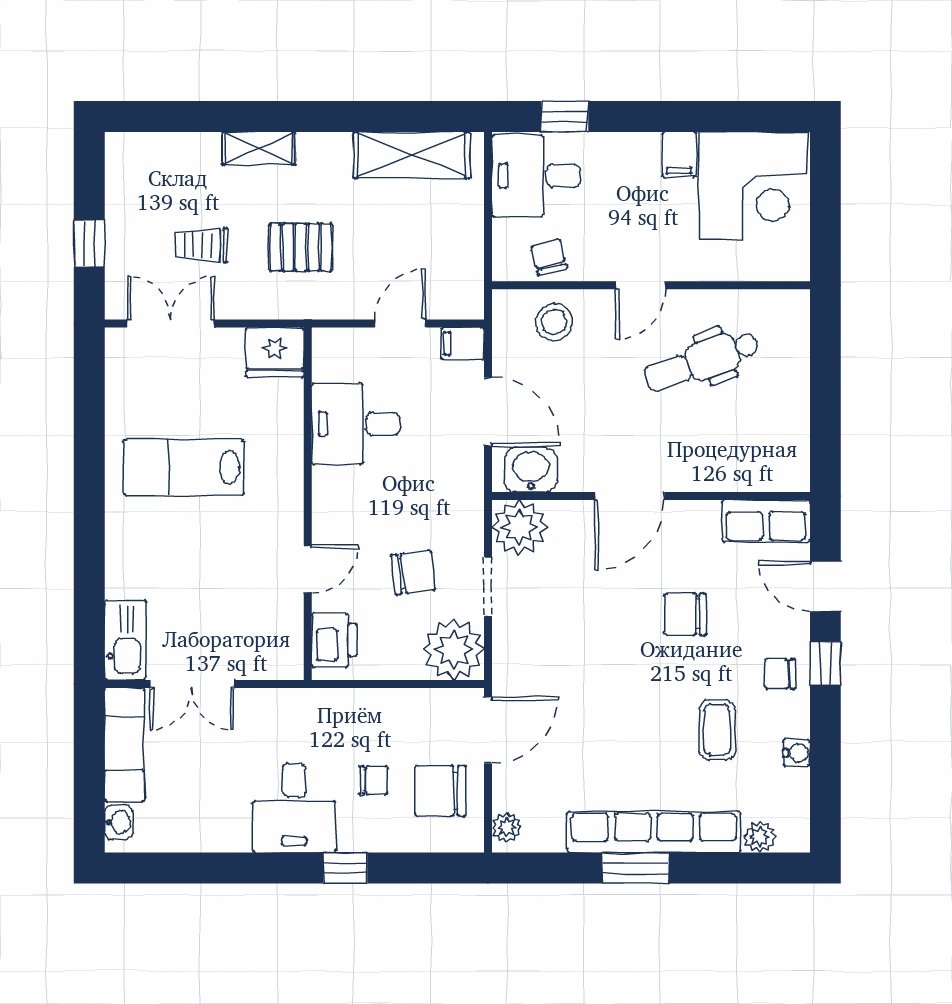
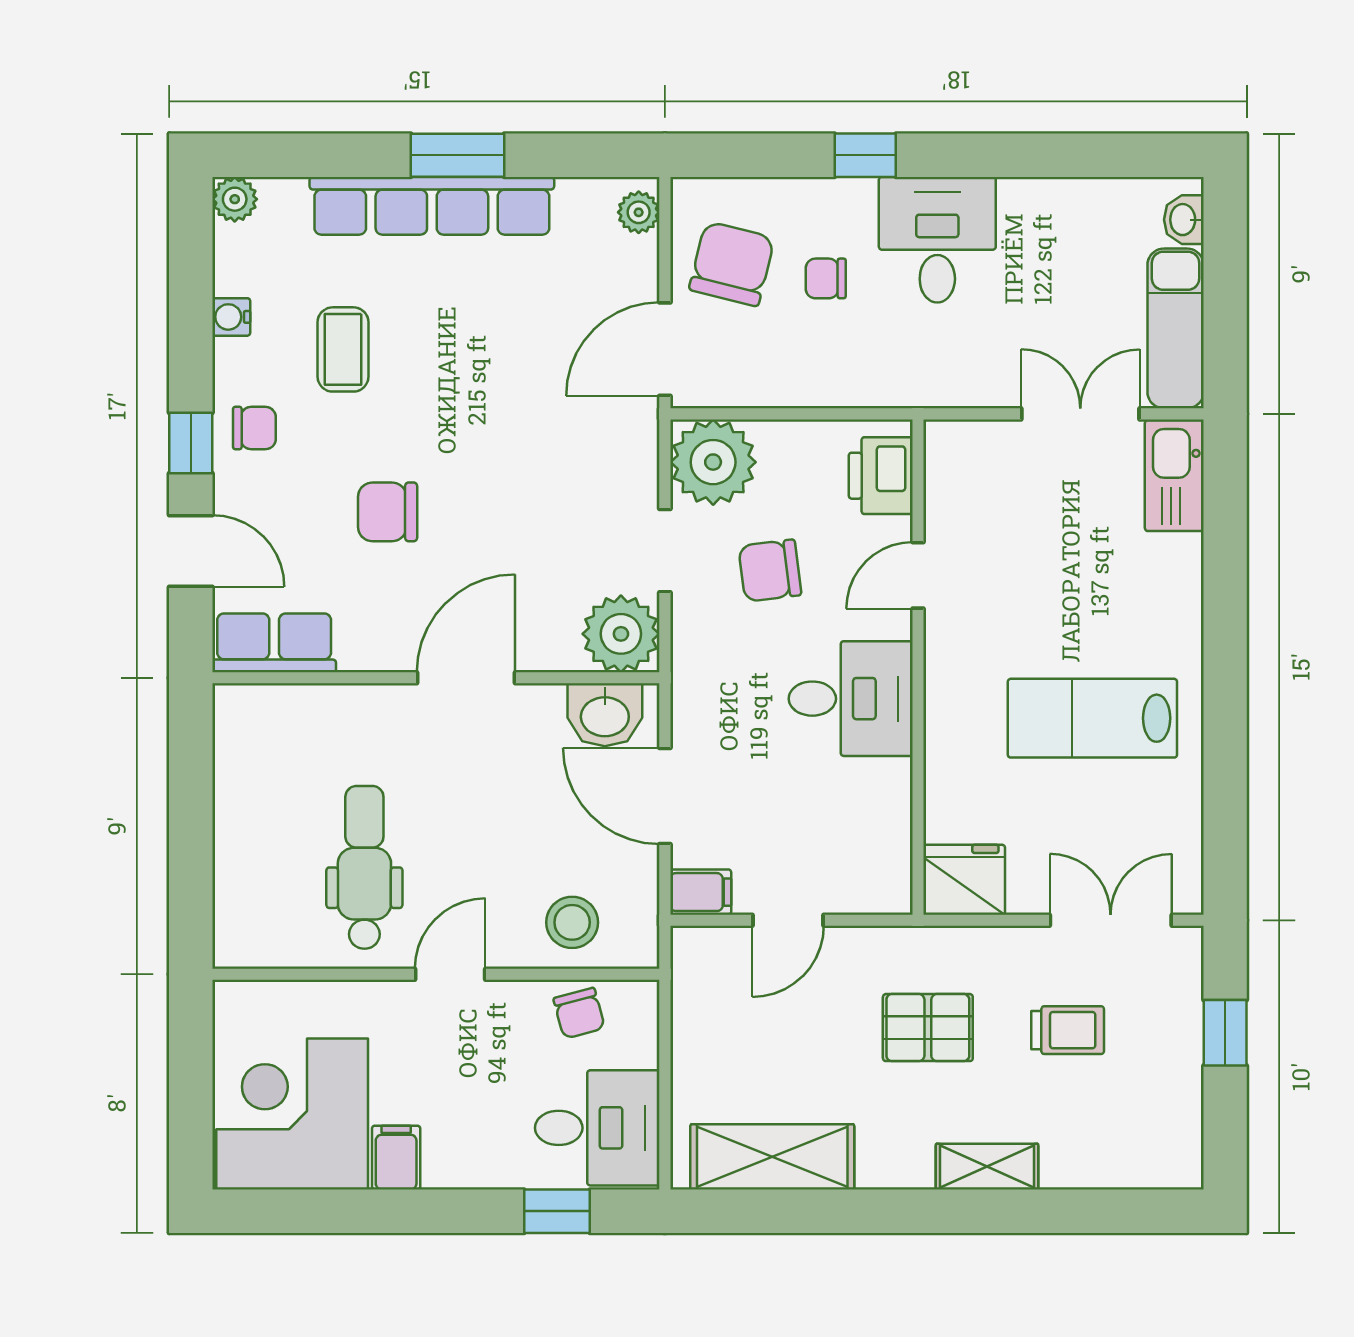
double door: (171, 324) -> (1111, 920), swing flipped
dental chair: (702, 361) -> (364, 867), turned -70
desk: (356, 424) -> (851, 699), moved
lab bench: (184, 467) -> (1092, 718), turned 180
chair: (685, 614) -> (388, 512), turned 180
chair: (440, 791) -> (732, 264), turned -76
plant: (760, 837) -> (235, 199), moved

